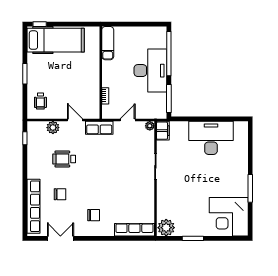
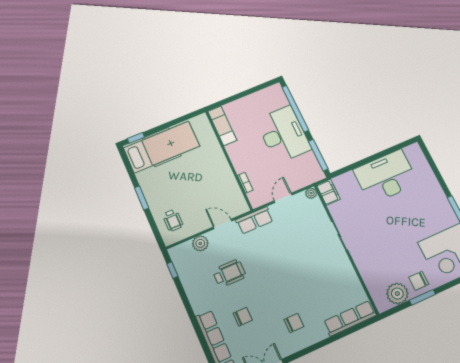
wheelchair: (64, 159) -> (229, 273), turned 180
chair: (196, 226) -> (419, 281), added
plant: (166, 228) -> (397, 294), moved

